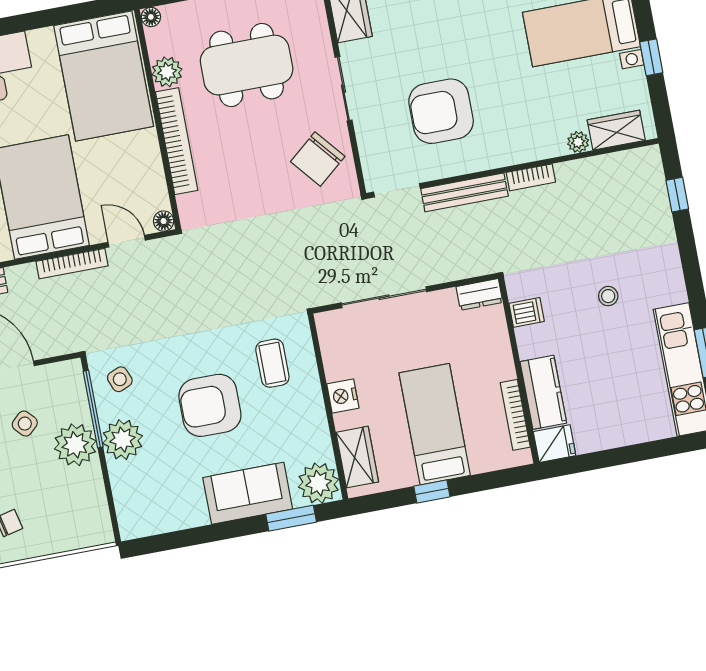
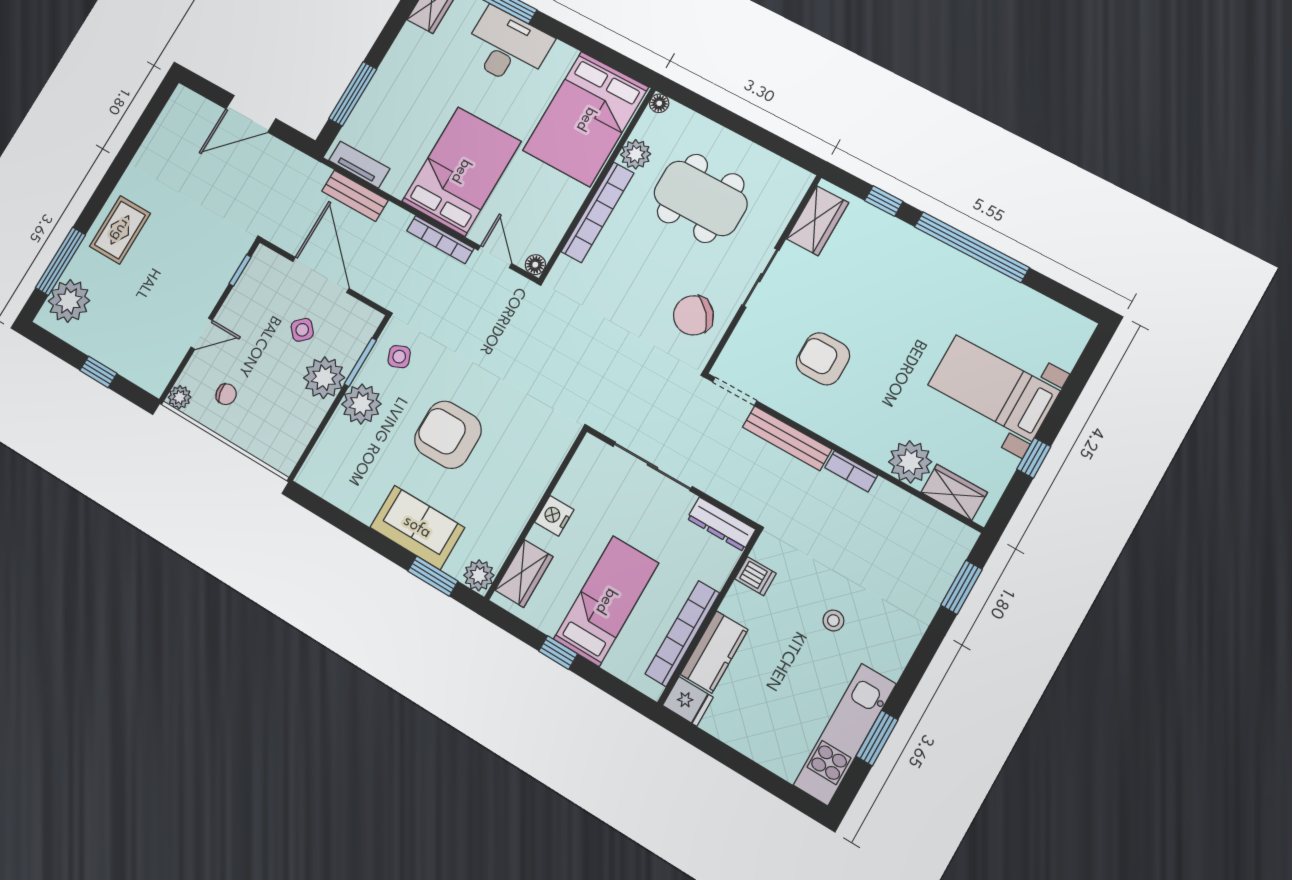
armchair: (441, 111) -> (823, 359), width x0.73, depth x0.73
plant: (578, 142) -> (910, 462), width x1.87, depth x1.87
window: (677, 195) -> (961, 587), width x1.50
dresser: (479, 294) -> (721, 524), width x1.44
coffee table: (272, 363) -> (523, 443), removed
window: (93, 409) -> (360, 362), width x0.69
bookcase: (515, 415) -> (682, 633), width x1.48, depth x1.31
plant: (319, 483) -> (479, 575), width x0.73, depth x0.73

